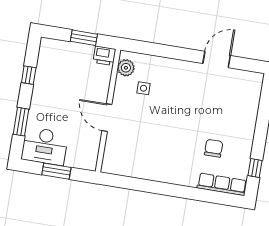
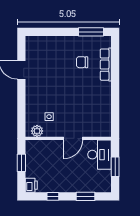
printer: (104, 56) -> (31, 185), moved
desk: (45, 146) -> (100, 155), moved
window: (255, 168) -> (91, 32), width x2.17
row of seats: (222, 184) -> (106, 65), moved

